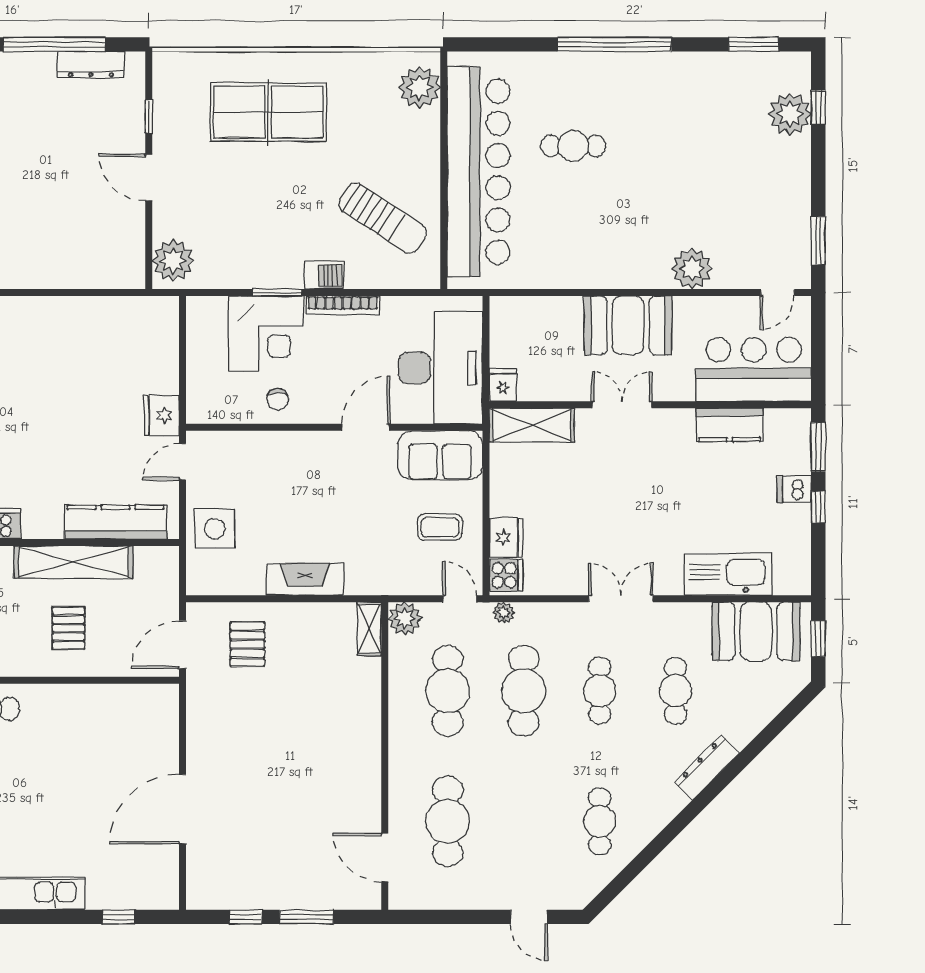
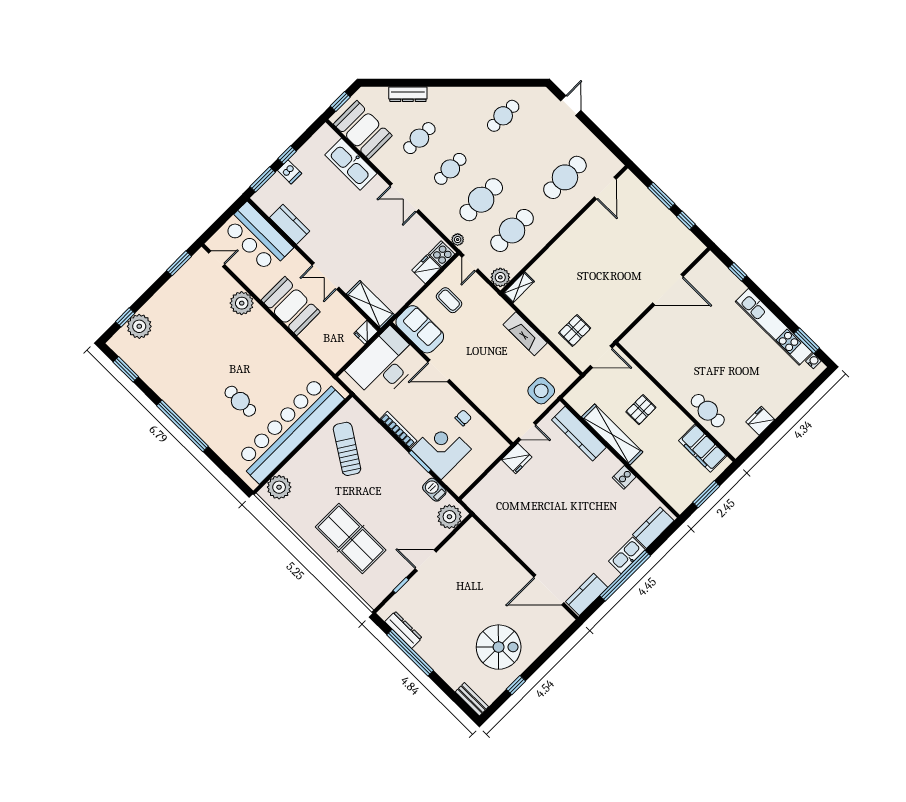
door: (149, 177) -> (426, 560), swing flipped
barbecue: (324, 275) -> (434, 490), moved
dresser: (707, 767) -> (408, 94), moved

